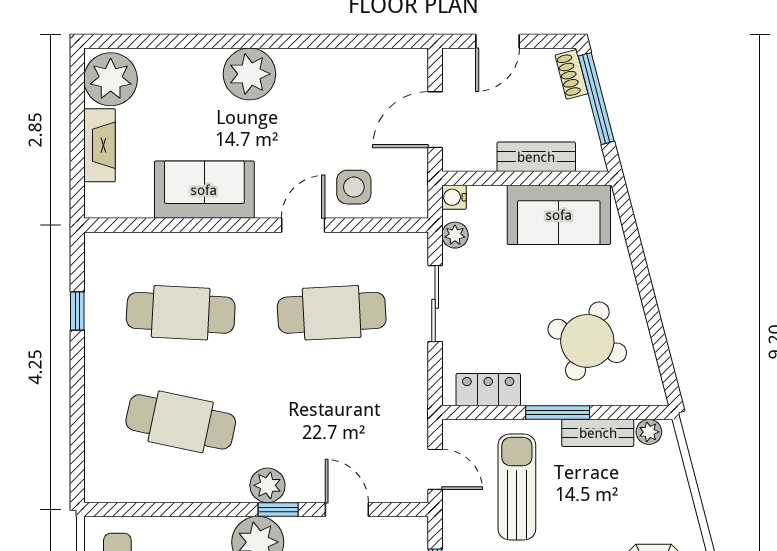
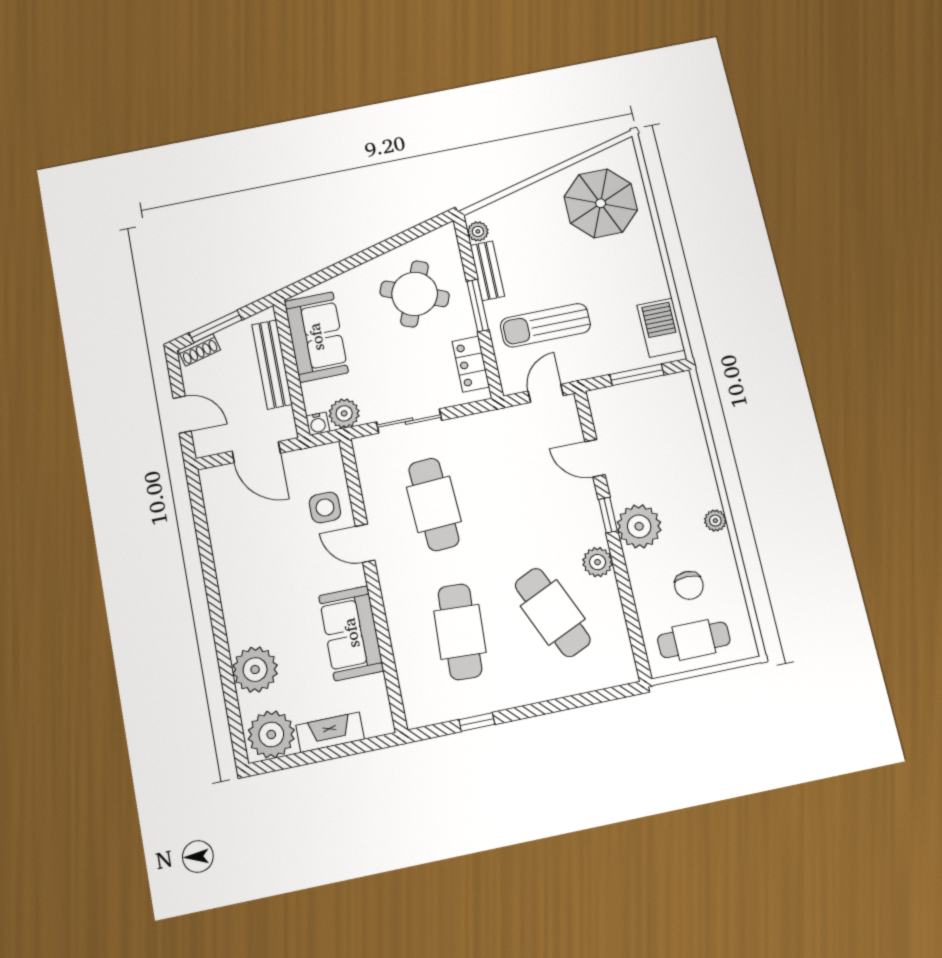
plant: (249, 74) -> (255, 670), moved
window: (596, 99) -> (216, 326), width x0.69
bench: (536, 157) -> (272, 364), width x1.36
plant: (455, 235) -> (344, 413), width x1.38, depth x1.38
cafe table: (181, 422) -> (553, 612), turned -36
plant: (267, 485) -> (598, 562), moved
door: (347, 509) -> (595, 458), hinge flipped

